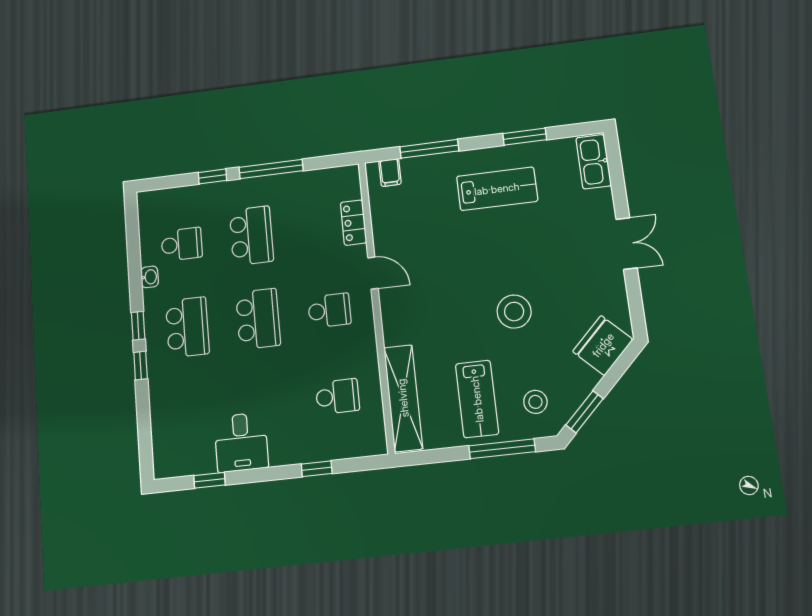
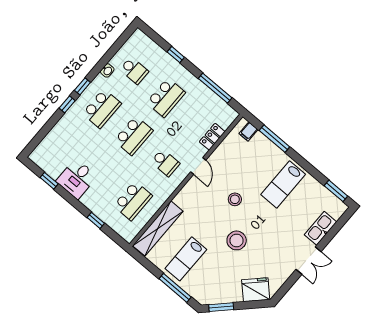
window: (525, 137) -> (336, 191), moved
kitchen sink: (594, 162) -> (321, 228), moved
window: (271, 169) -> (215, 88), moved
lab bench: (497, 189) -> (283, 184), turned 90
school desk: (337, 396) -> (133, 201), width x1.85
stool: (535, 402) -> (235, 199), moved

